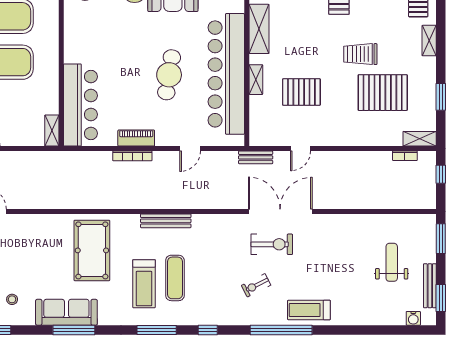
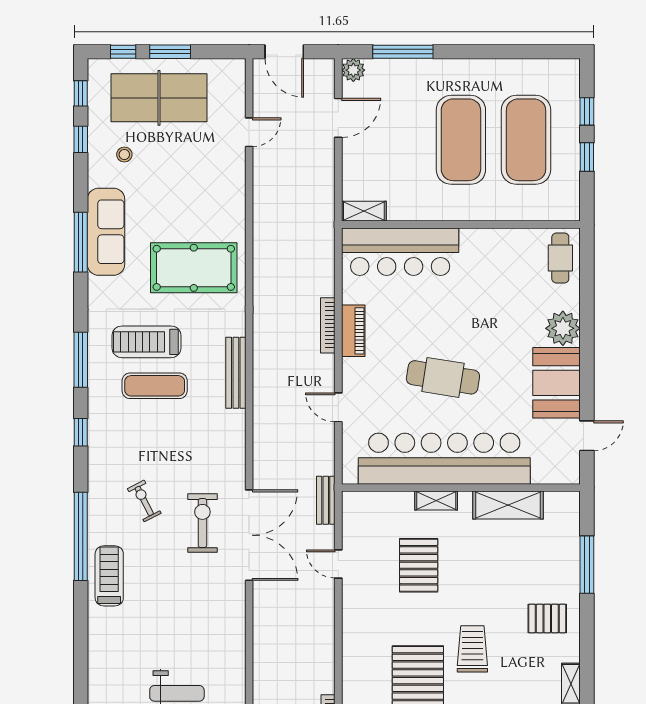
exercise bike: (272, 244) -> (202, 523), turned 180

